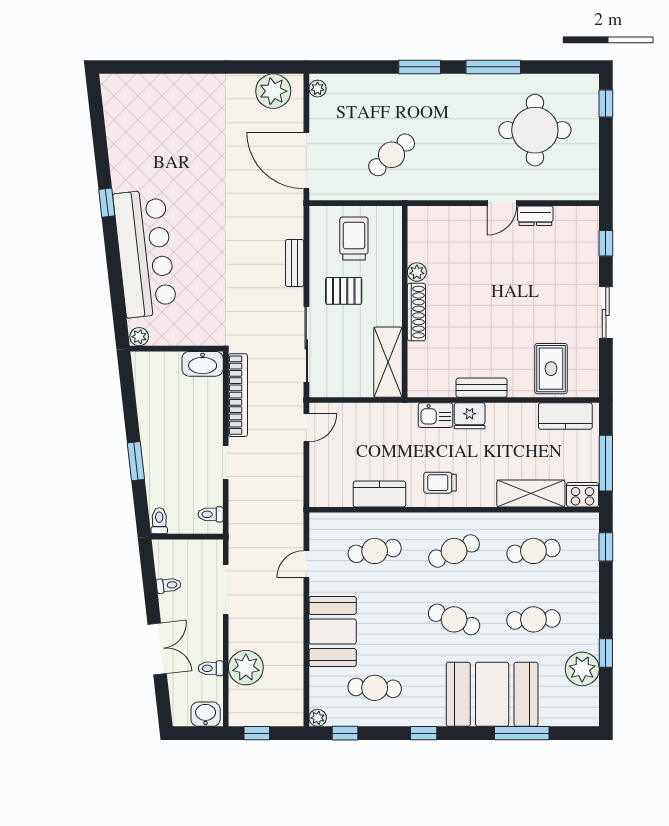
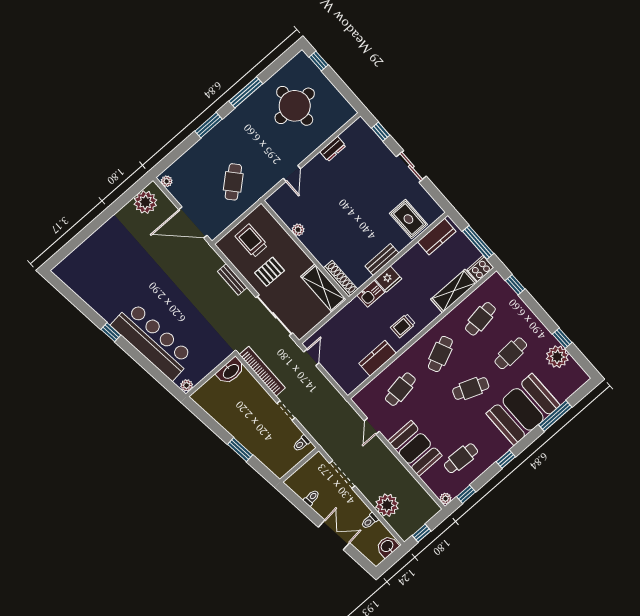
door: (502, 203) -> (292, 174), moved
shoe rack: (416, 312) -> (341, 279), moved
toilet: (159, 521) -> (278, 469), removed

